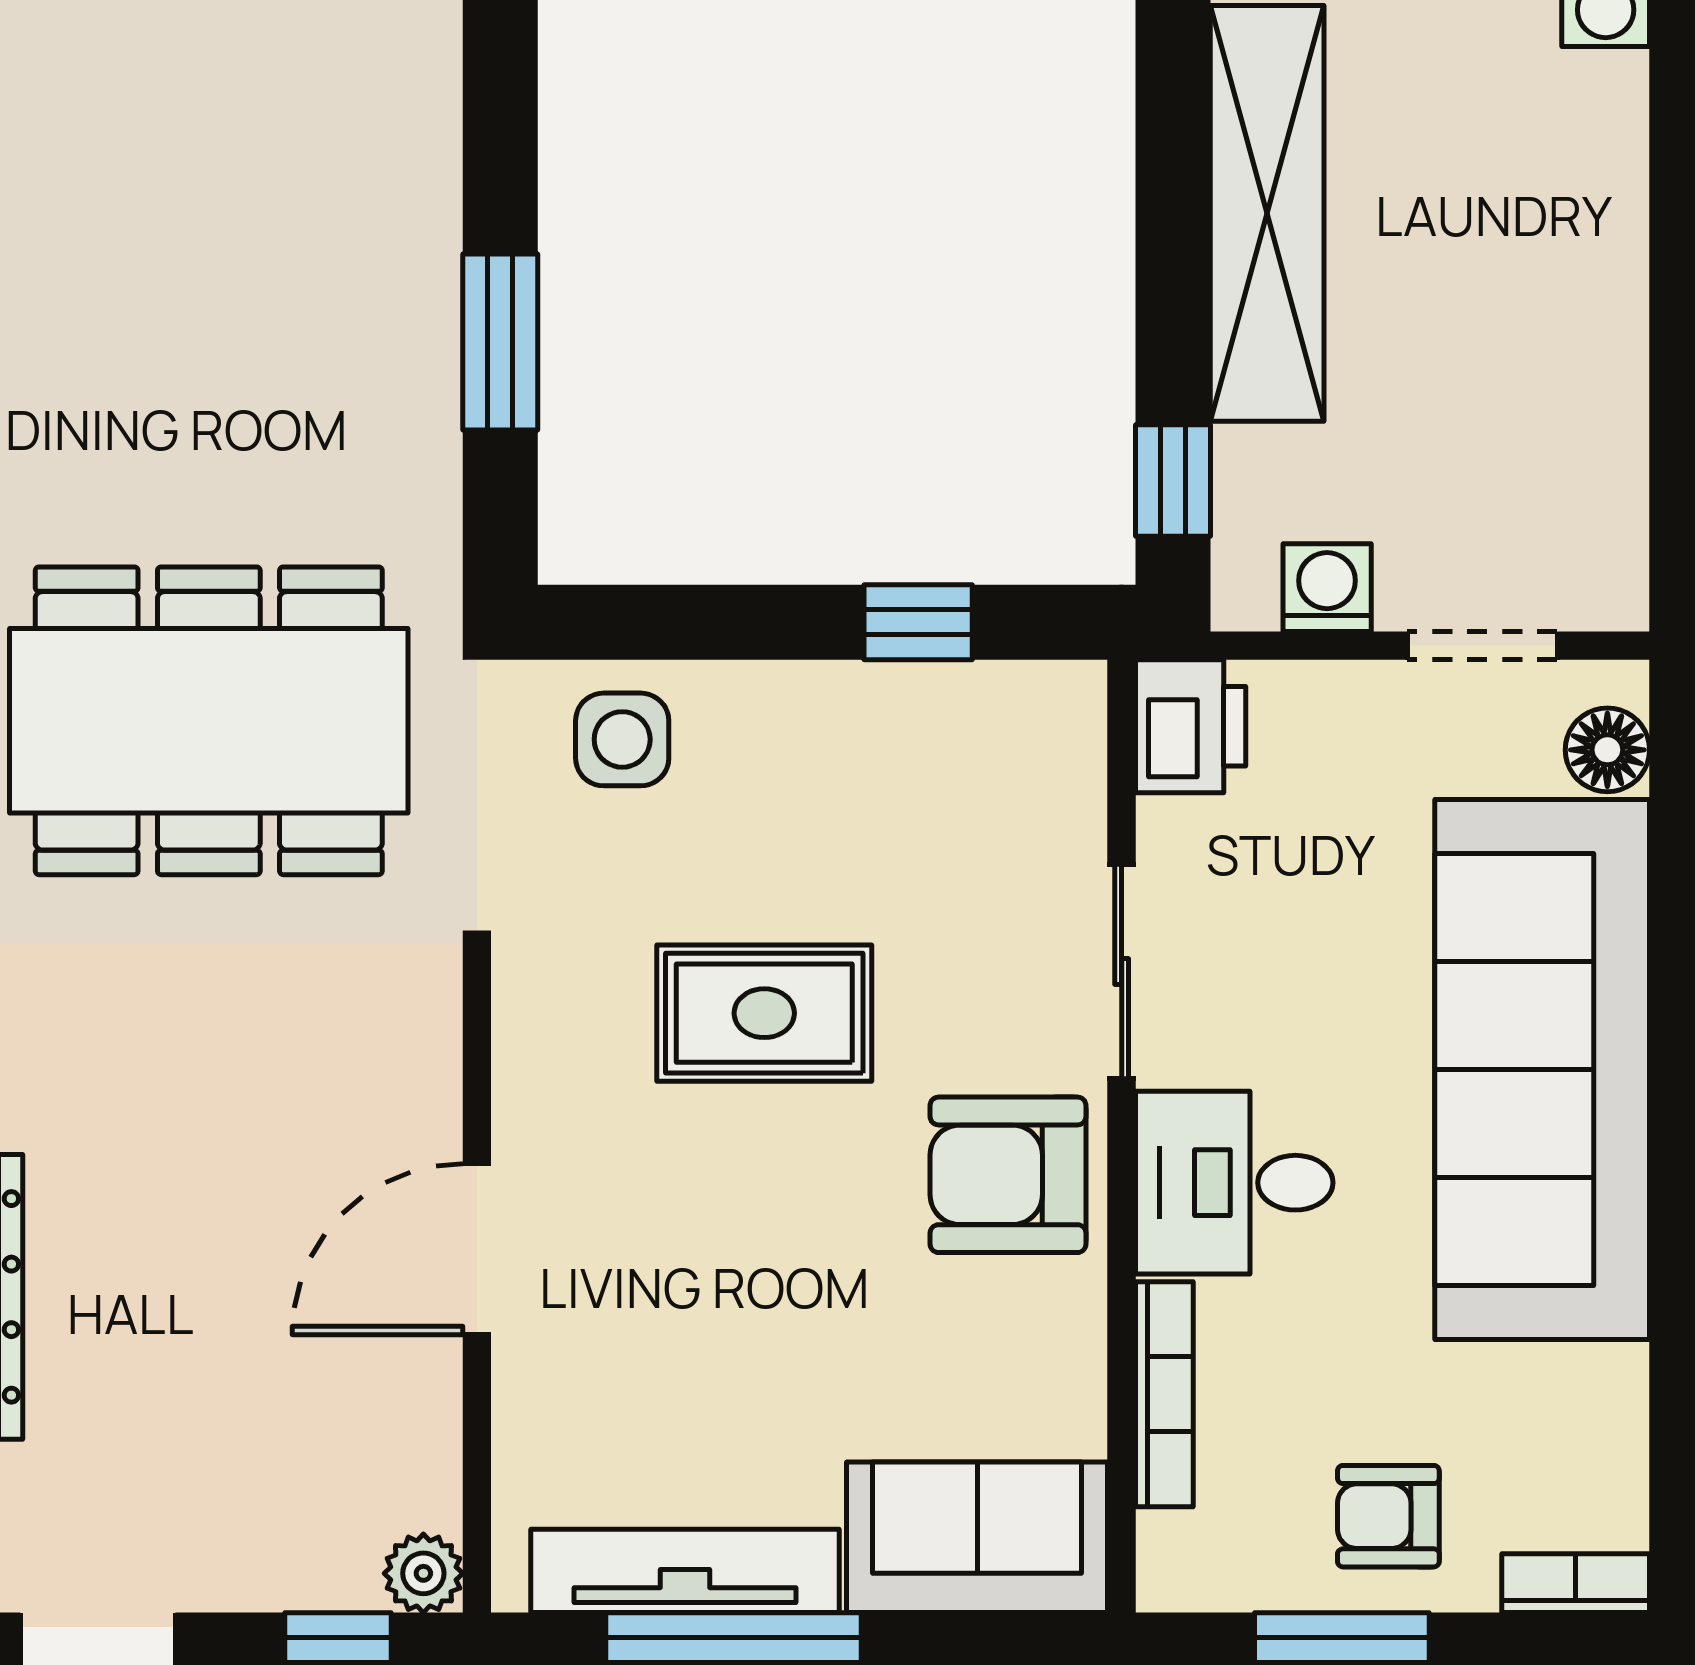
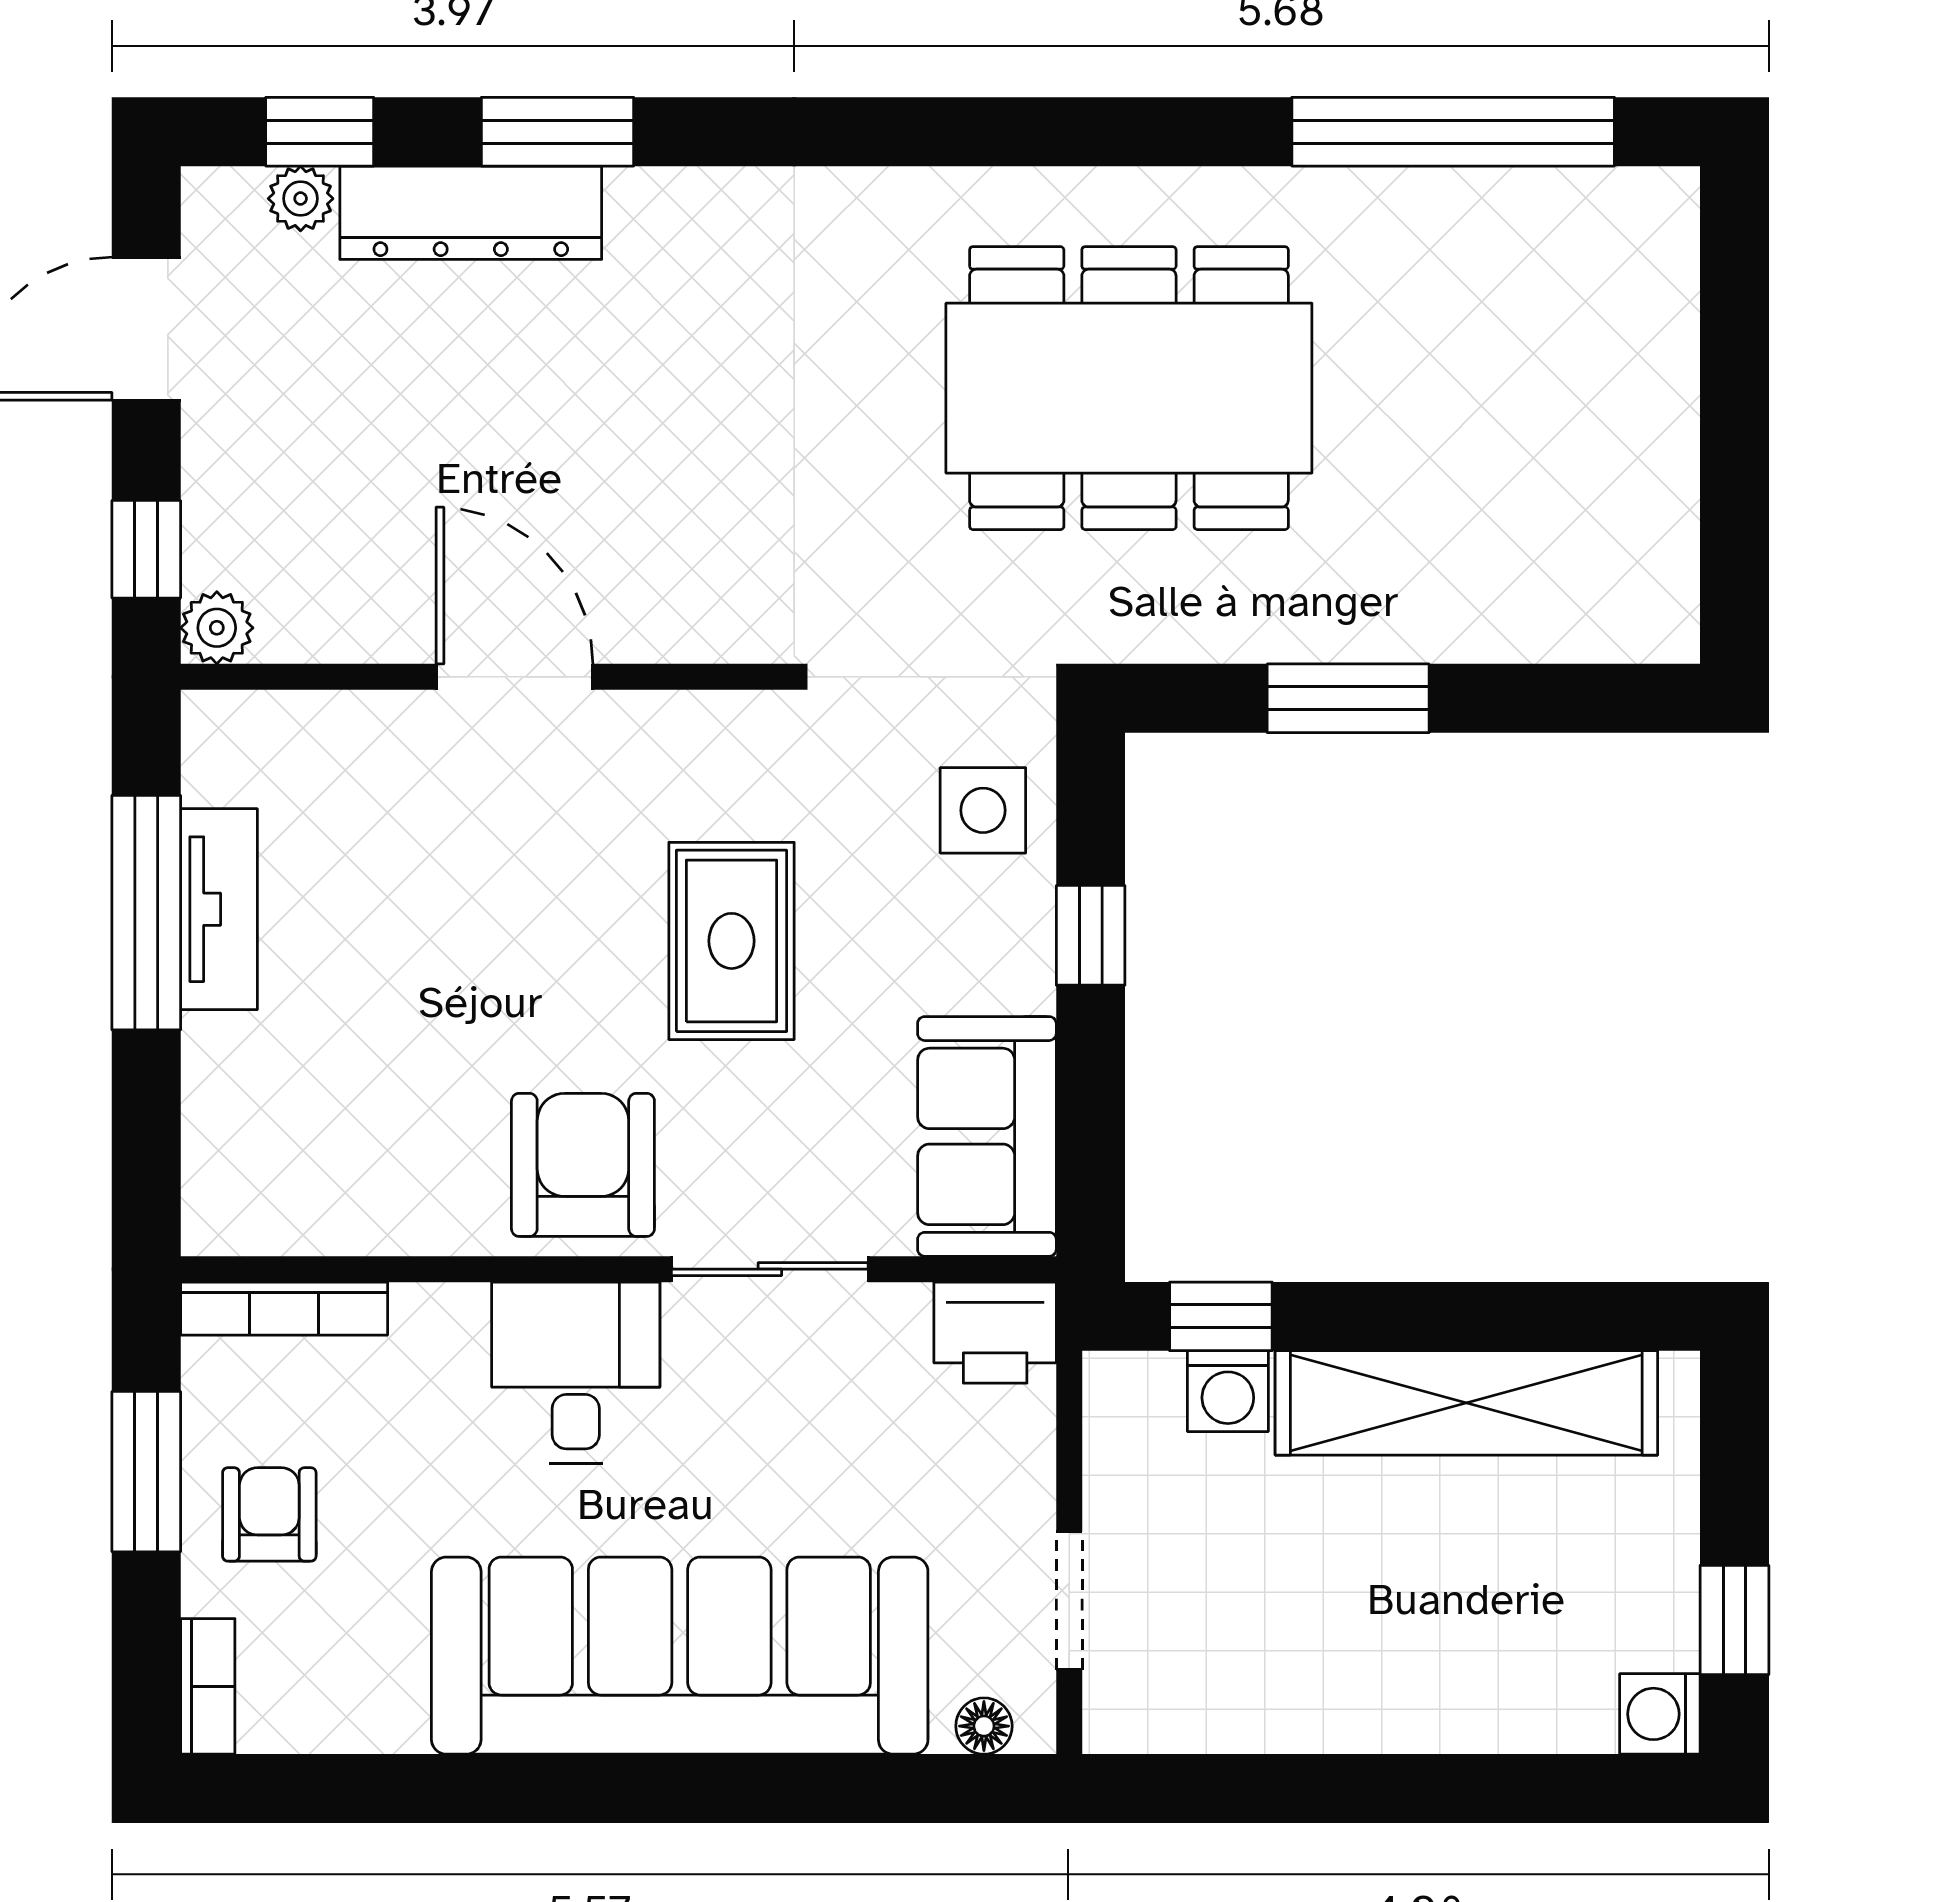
washing machine: (1327, 588) -> (1228, 1391), moved, turned 90
window: (918, 622) -> (1091, 935), moved
dining table: (209, 721) -> (1129, 388), moved, turned 90
floor lamp: (1607, 750) -> (984, 1726), width x0.73, depth x0.73
bookcase: (1164, 1394) -> (284, 1309), moved
sofa: (977, 1537) -> (987, 1136), moved, turned 180
tv unit: (685, 1571) -> (219, 909), width x0.71

